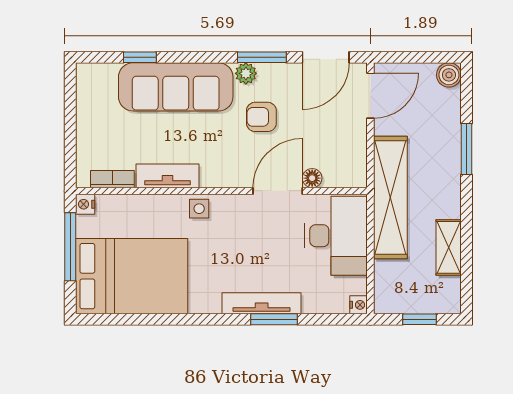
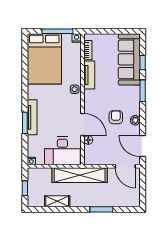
window: (262, 57) -> (143, 91), moved
plant: (246, 73) -> (135, 120), moved
boiler: (449, 75) -> (135, 201), removed
sofa: (176, 87) -> (129, 59), moved

